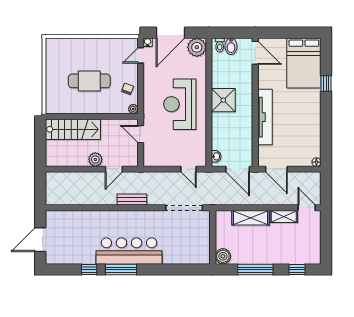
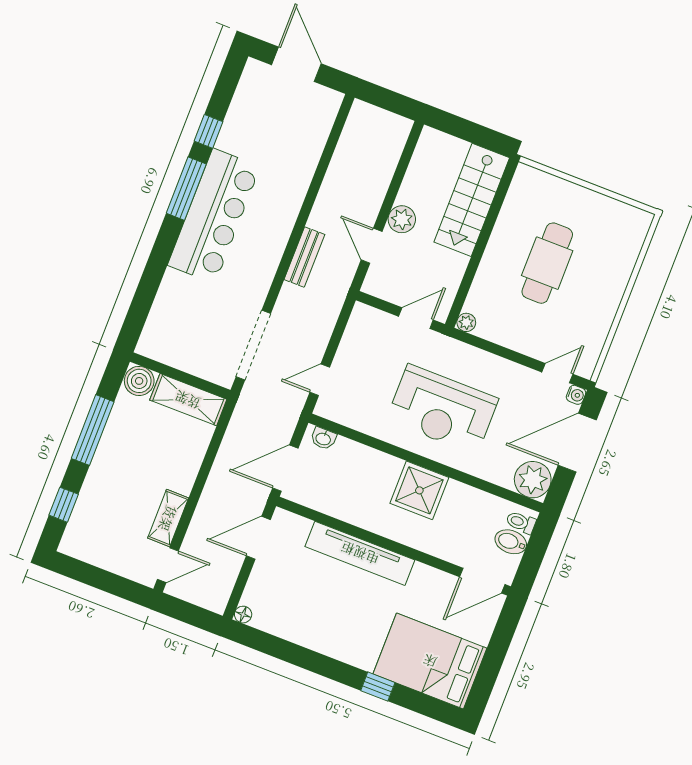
door: (170, 33) -> (577, 443), hinge flipped
door: (141, 55) -> (557, 373), hinge flipped
chair: (128, 89) -> (506, 326), removed
reception desk: (180, 104) -> (442, 409), turned 180
shelving: (250, 218) -> (188, 400), moved, turned 90

